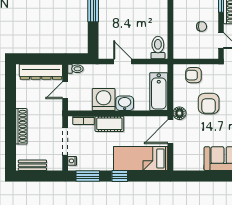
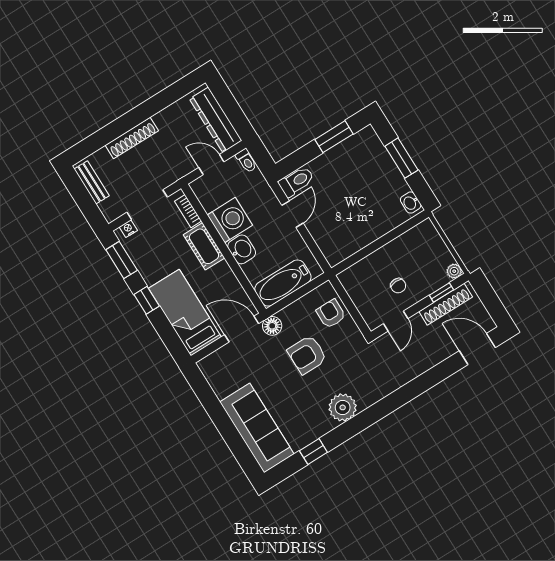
toilet: (158, 47) -> (296, 181), moved

